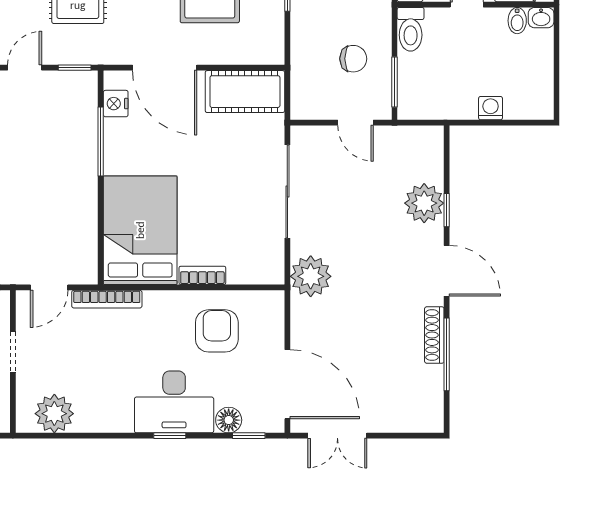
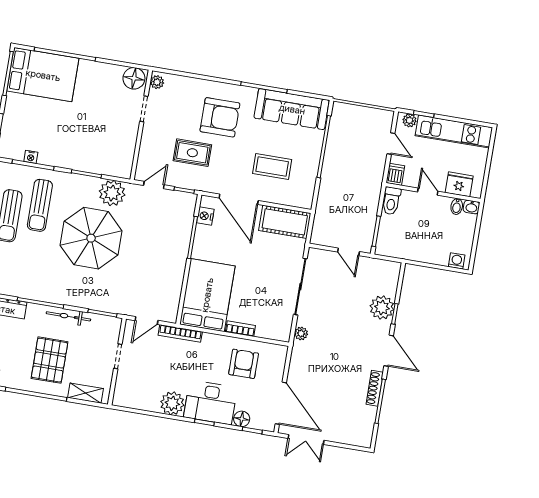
chair: (353, 59) -> (354, 213), removed
washing machine: (491, 108) -> (457, 261), moved
plant: (311, 276) -> (301, 333), width x0.53, depth x0.53
plant: (54, 414) -> (172, 403), moved

